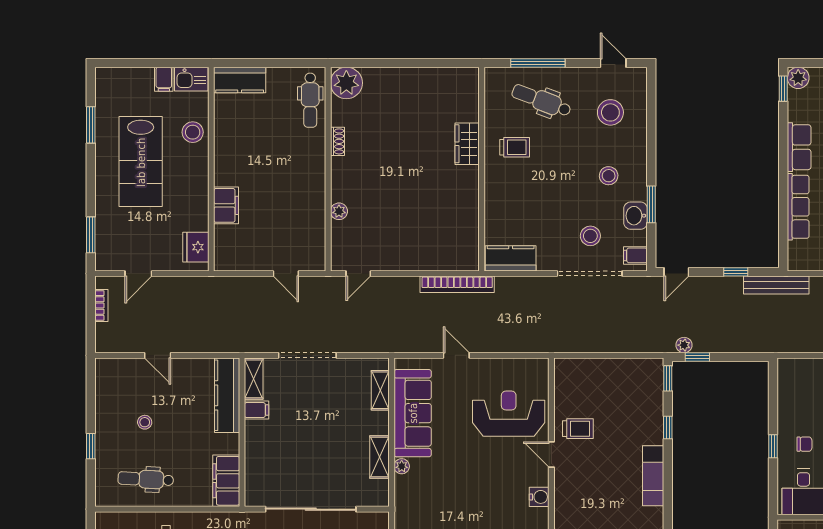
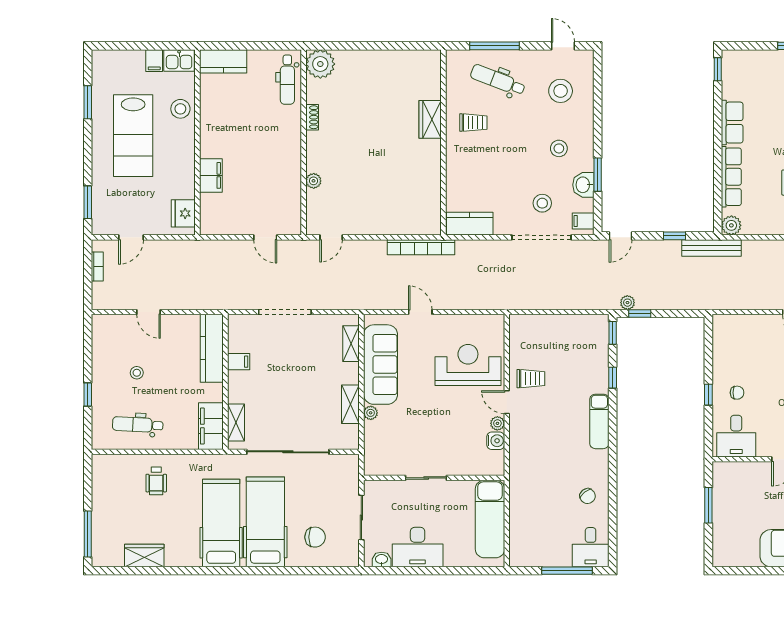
plant: (798, 78) -> (731, 225), moved
shelving: (254, 379) -> (236, 423), moved
plant: (541, 478) -> (497, 423), added

